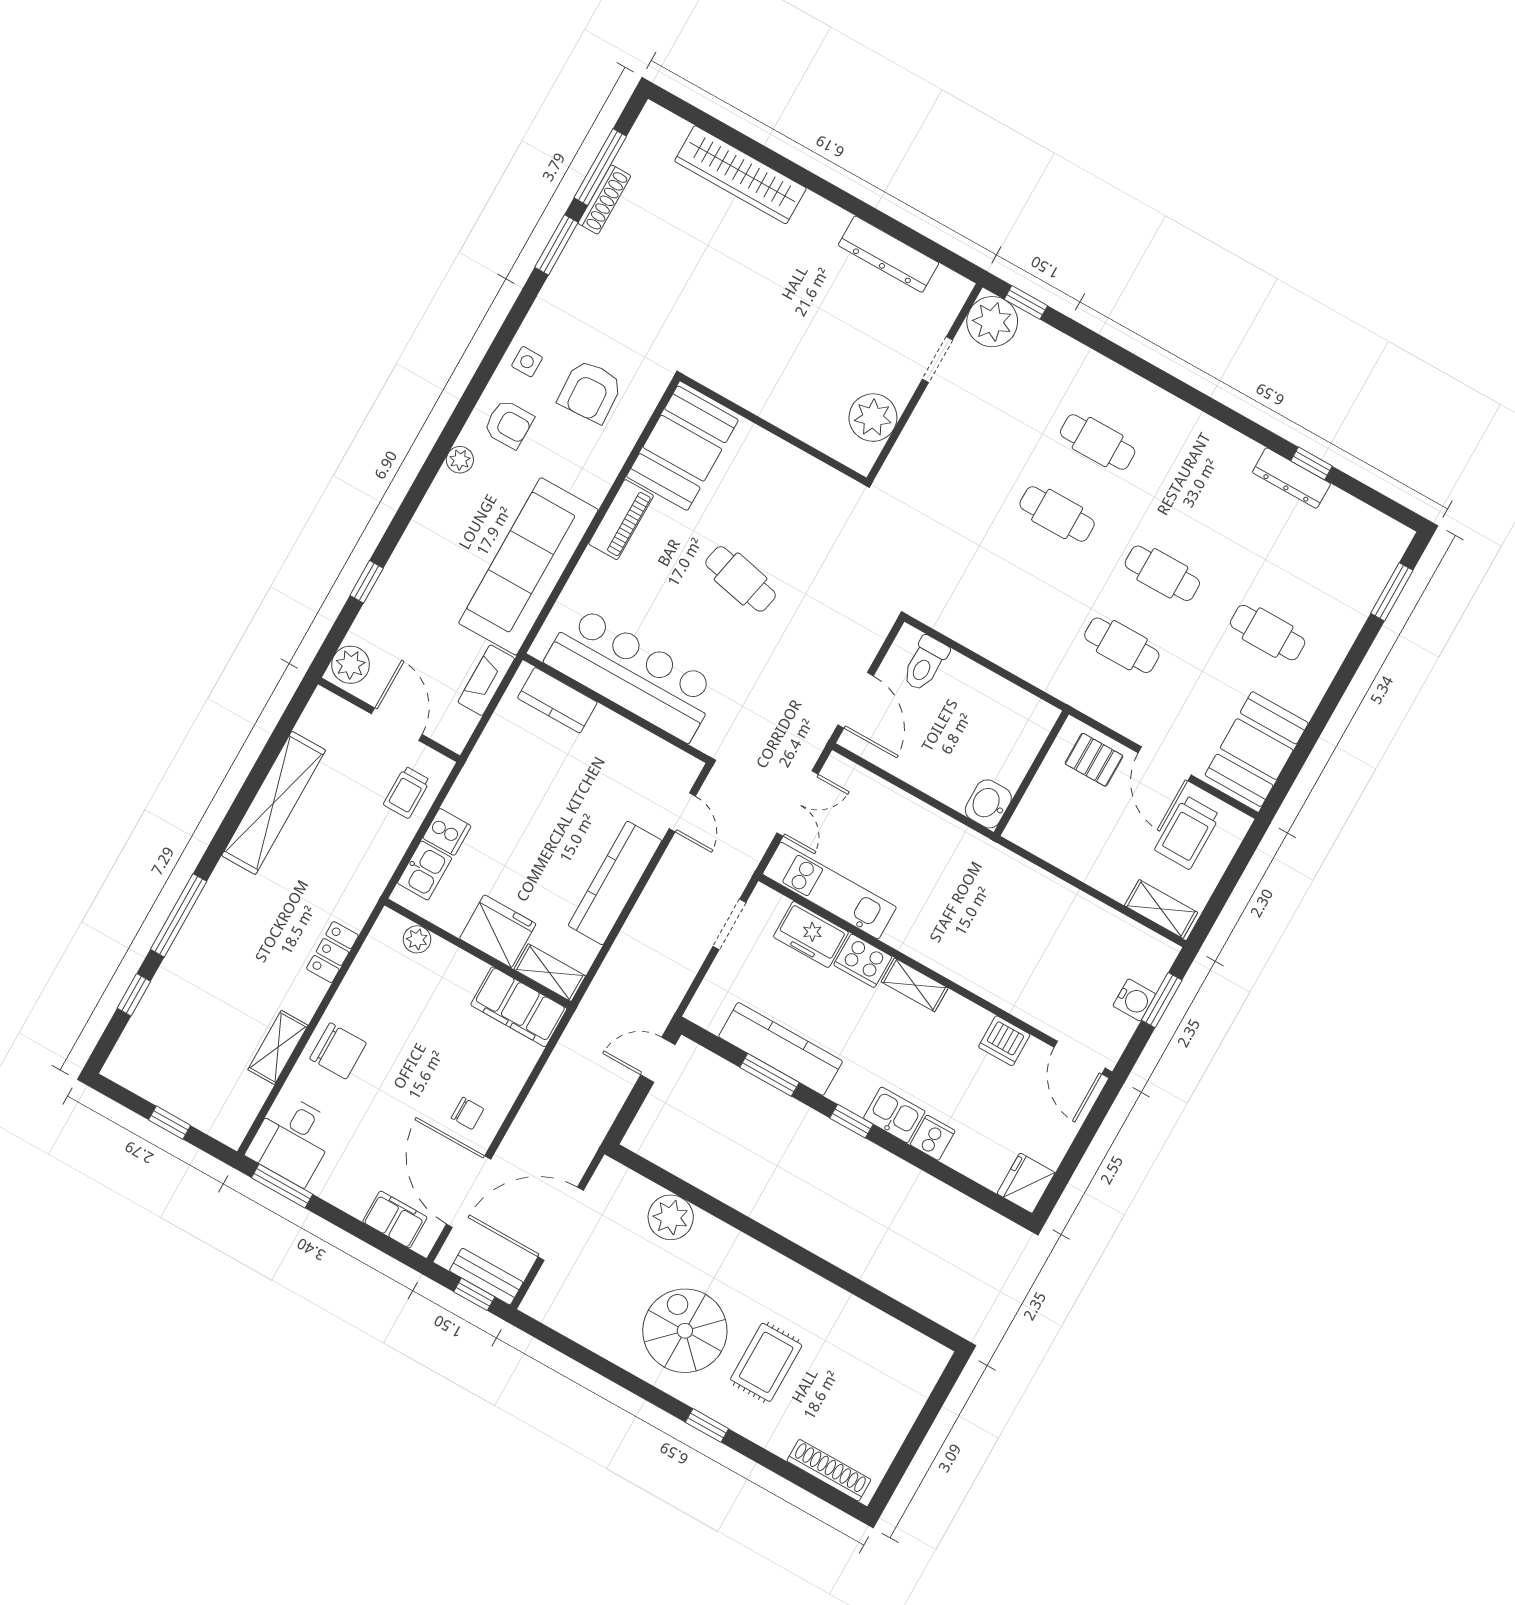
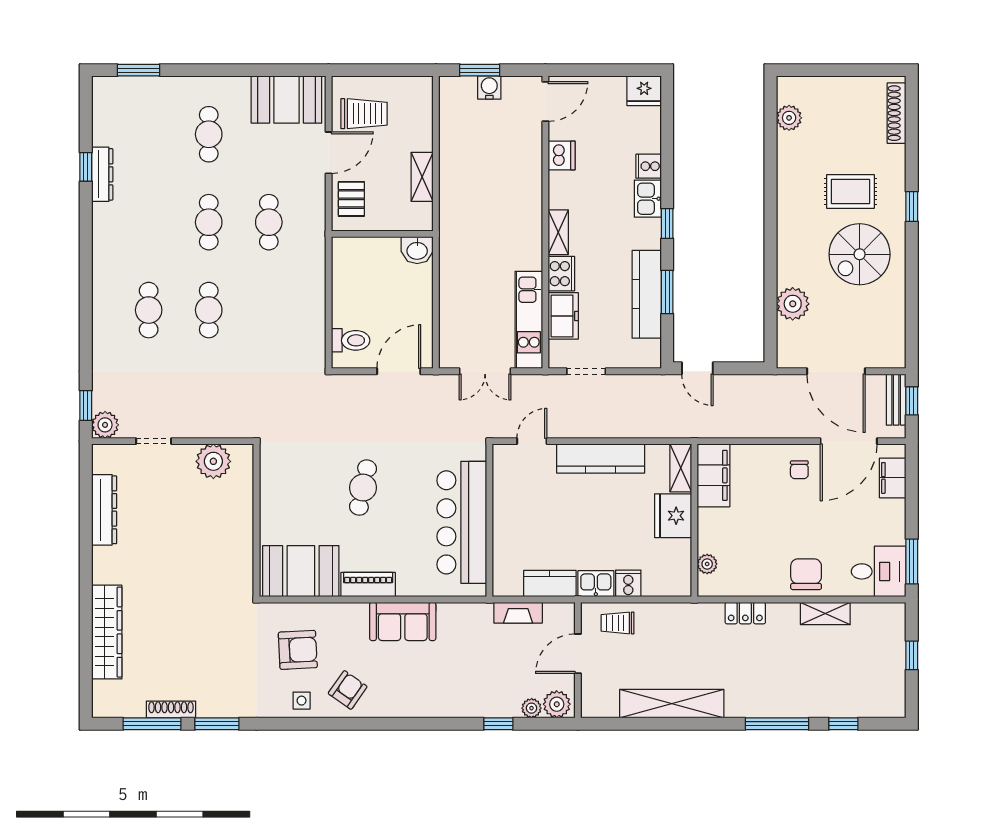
plant: (992, 322) -> (105, 425), width x0.73, depth x0.73
armchair: (509, 424) -> (348, 690), turned 35
plant: (460, 460) -> (532, 708), moved
sofa: (528, 566) -> (403, 621), width x0.54, depth x0.79
kitchen counter: (557, 700) -> (550, 584), moved, turned -90
trolley: (407, 792) -> (618, 623), turned 180
double door: (797, 804) -> (485, 371), swing flipped
kitchen sink: (425, 871) -> (596, 584), moved
shelving: (1161, 909) -> (422, 177), moved
chair: (468, 1113) -> (799, 470), turned 180
plant: (896, 1338) -> (789, 118), added

